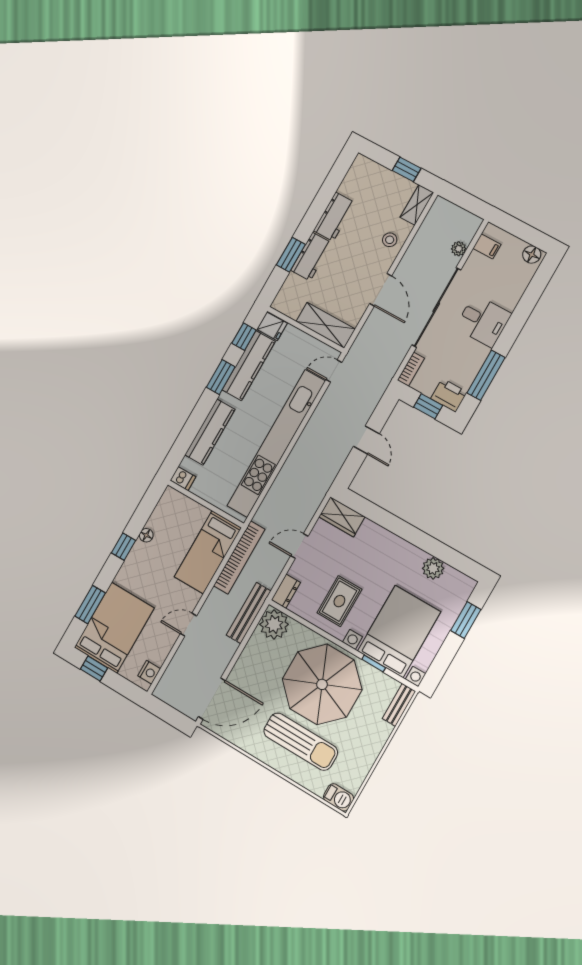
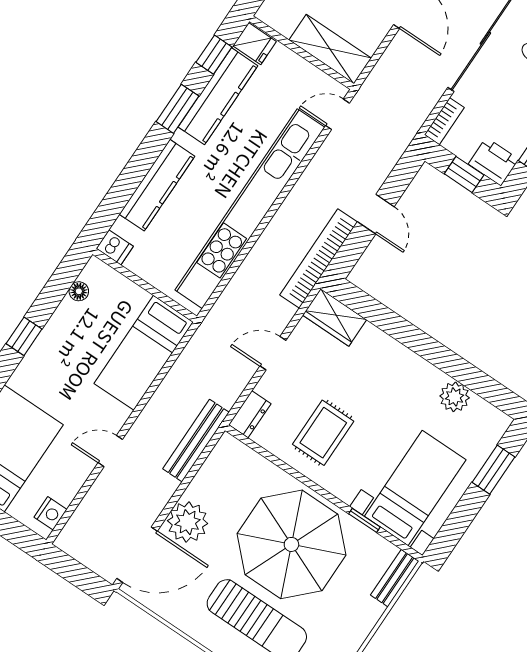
floor lamp: (146, 535) -> (79, 291), moved
bookcase: (239, 558) -> (319, 259), moved, turned 180
plant: (274, 624) -> (188, 522), moved
bed with nightstands: (399, 631) -> (415, 488), width x0.73

